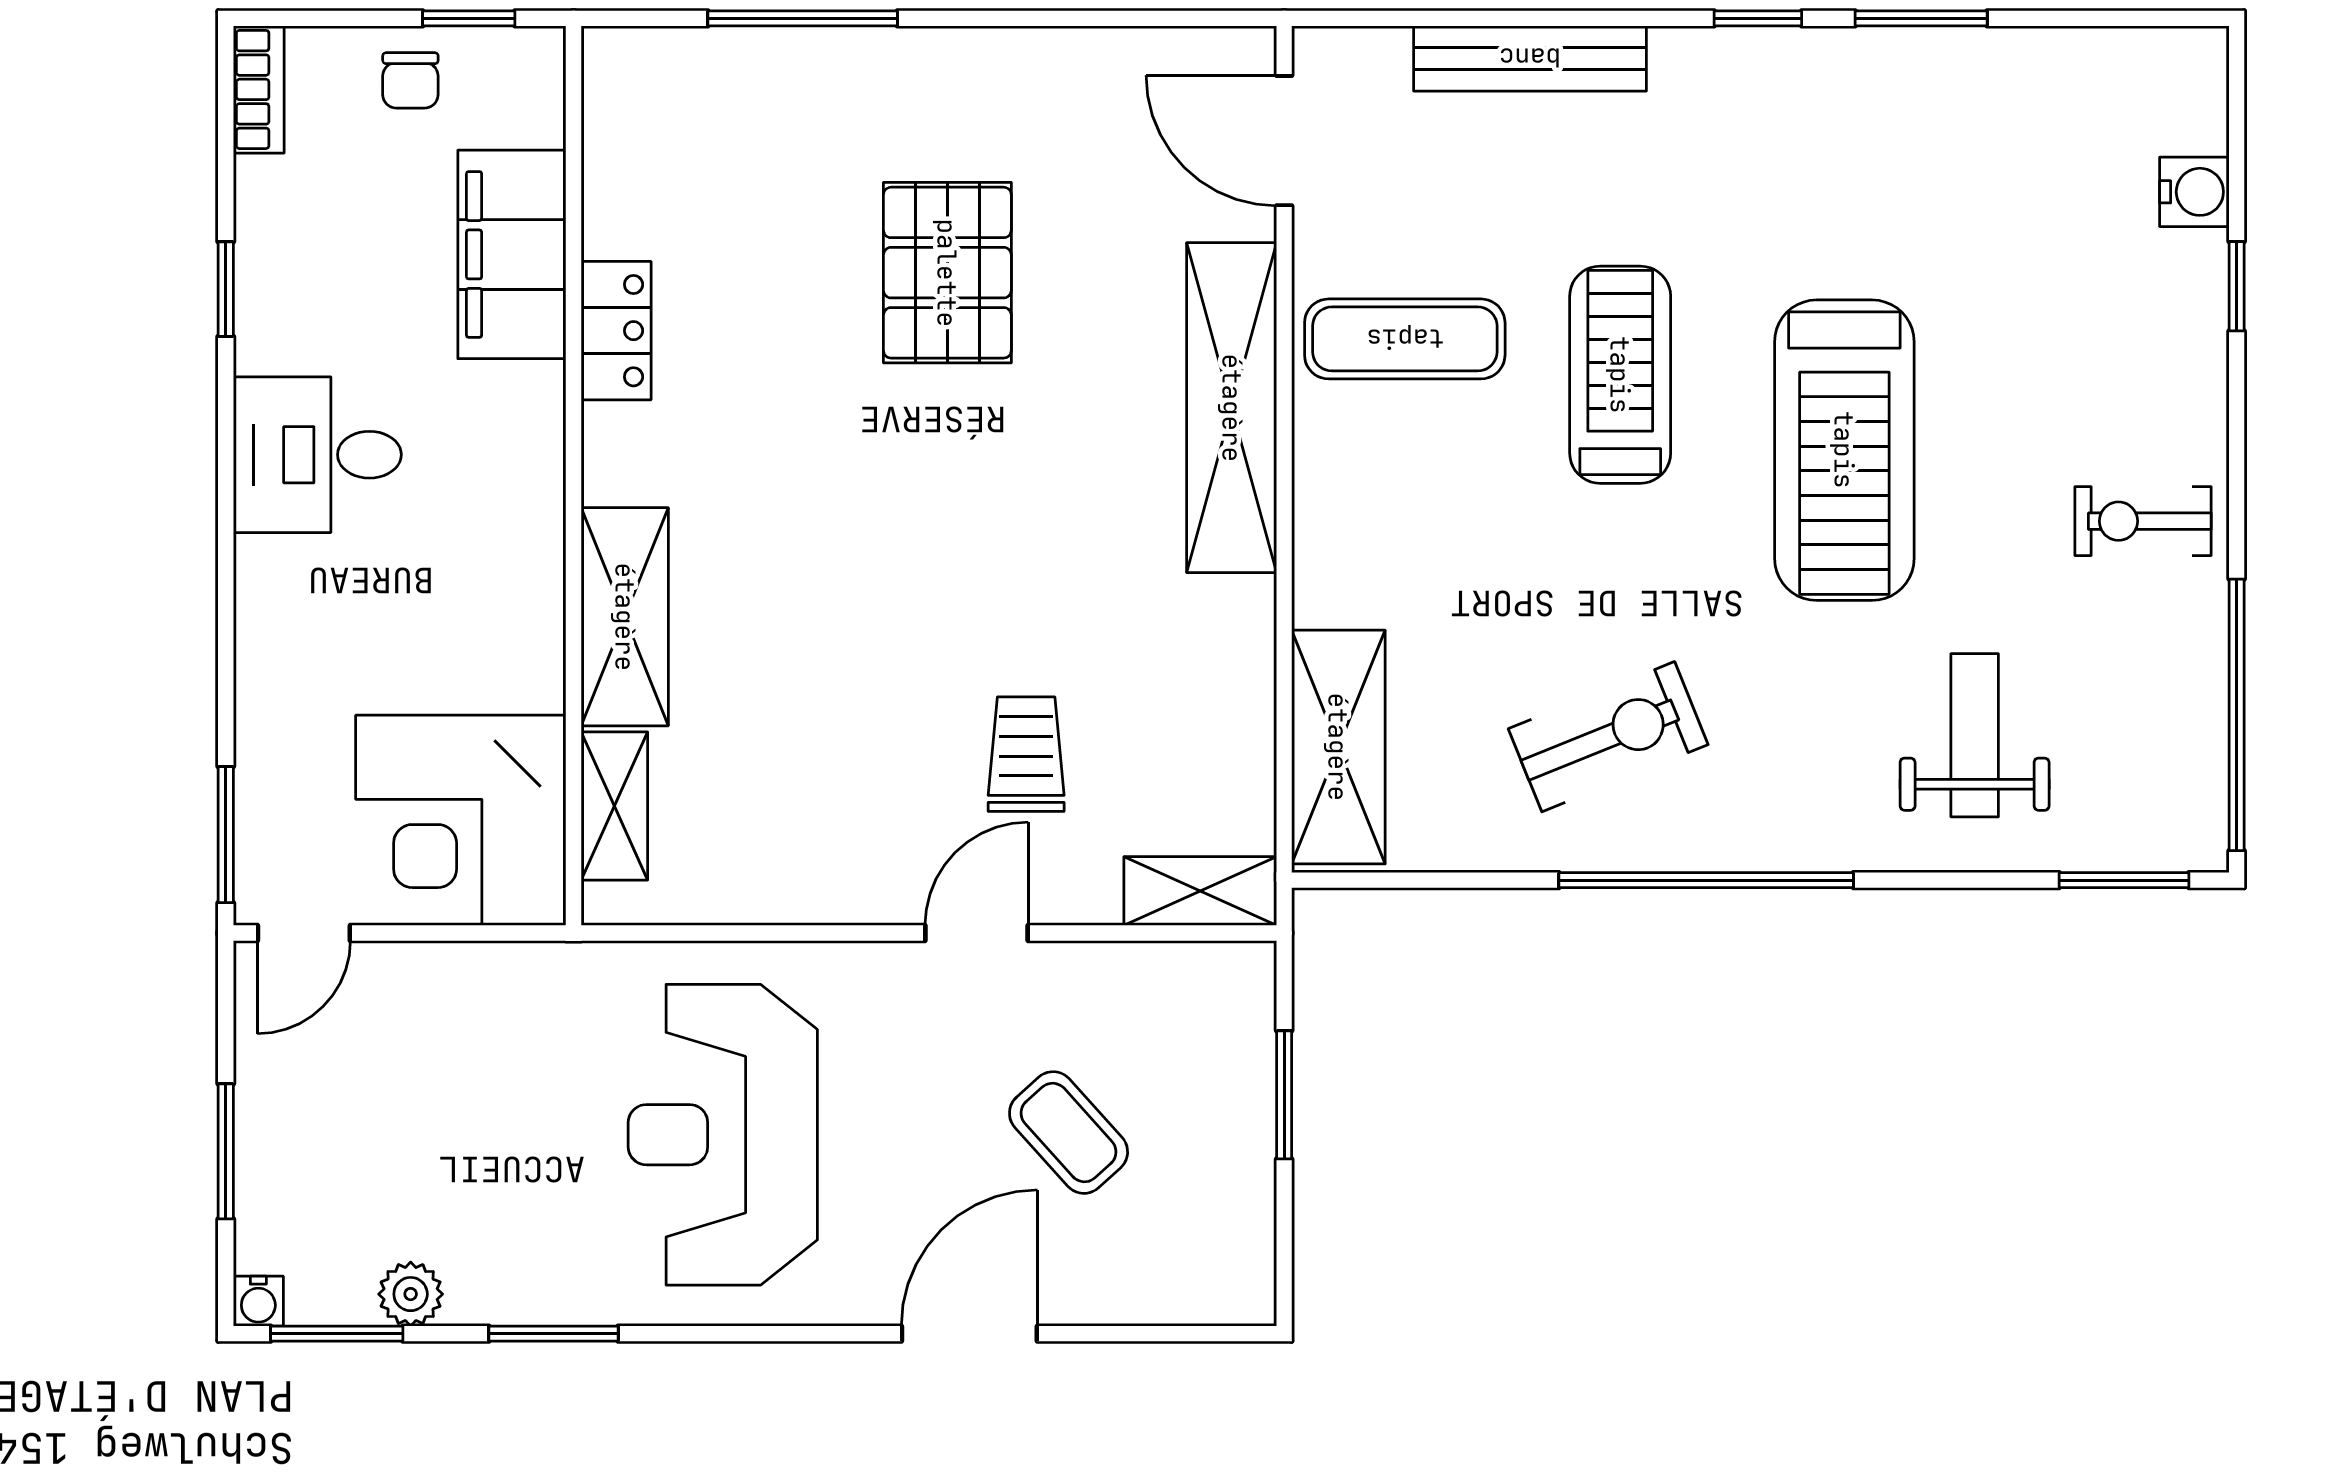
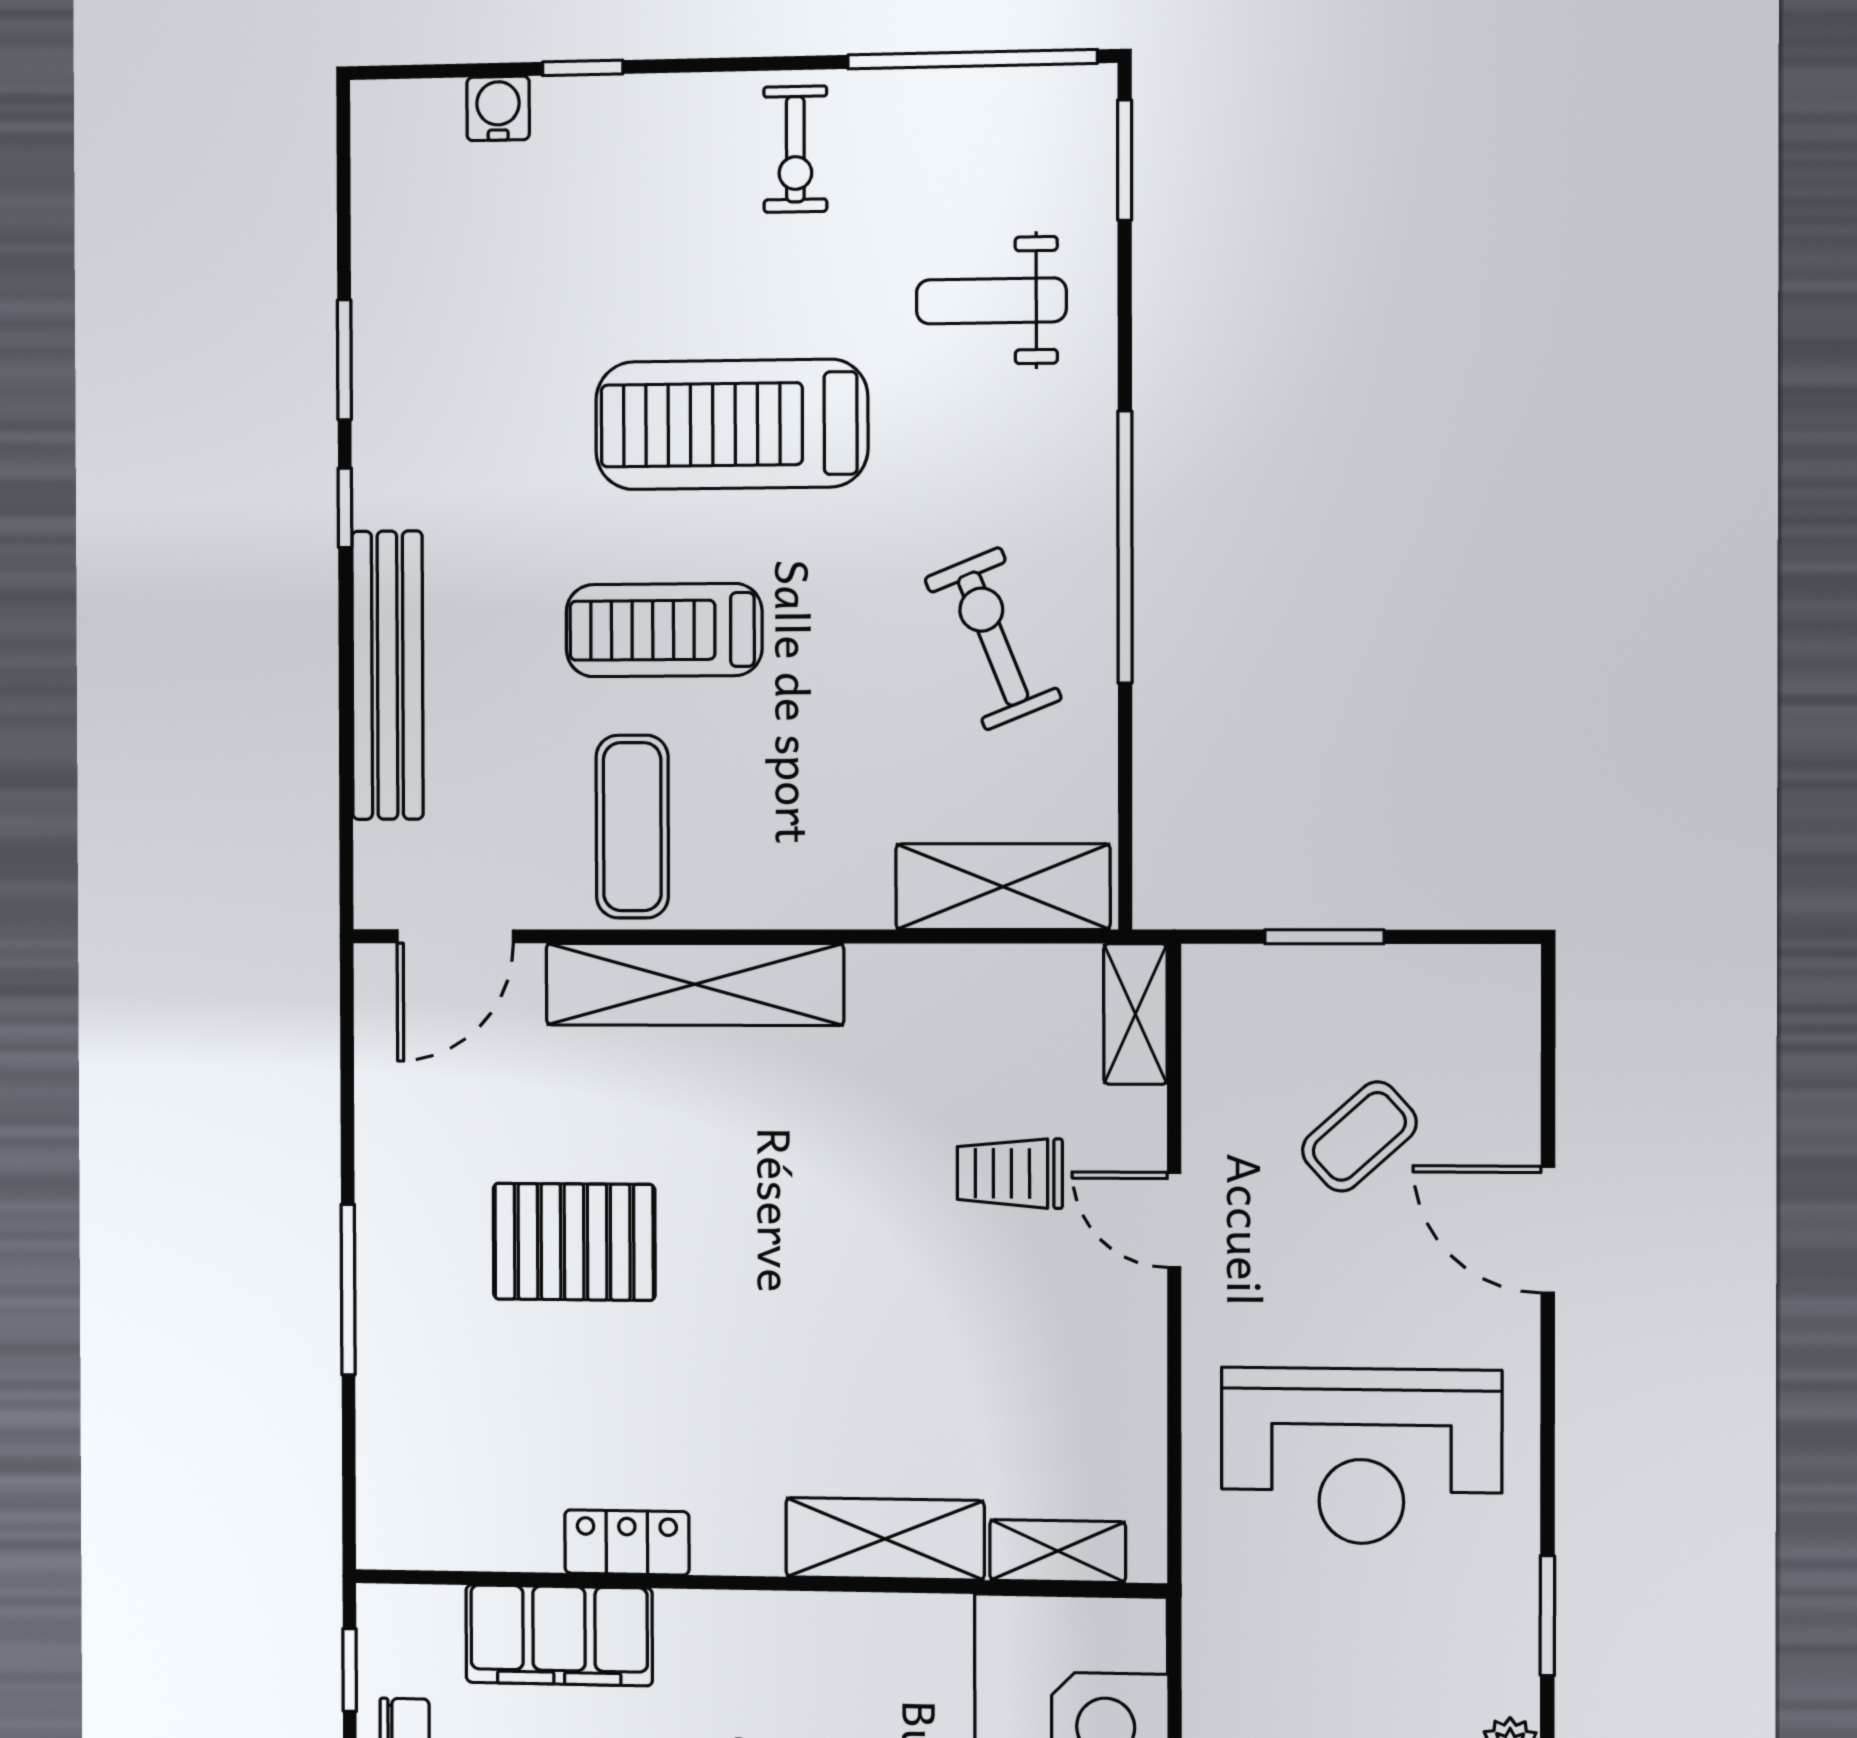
window: (803, 18) -> (348, 1290), moved
bench: (1530, 58) -> (387, 675), width x1.37, depth x1.21
treadmill: (1844, 450) -> (732, 424), turned 180

